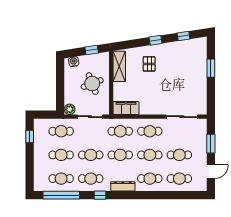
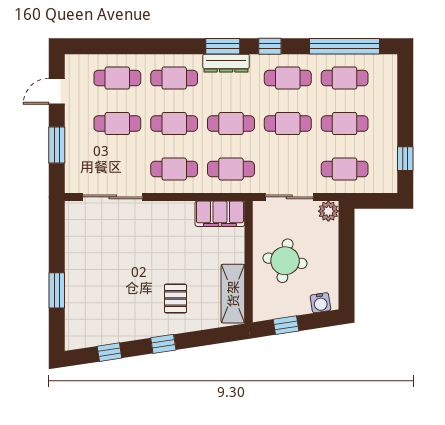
round table: (92, 84) -> (285, 261), turned 30
window: (125, 195) -> (223, 46), added

